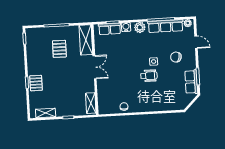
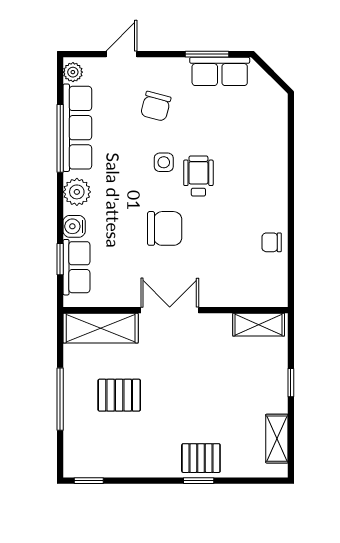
chair: (127, 63) -> (165, 228), added

